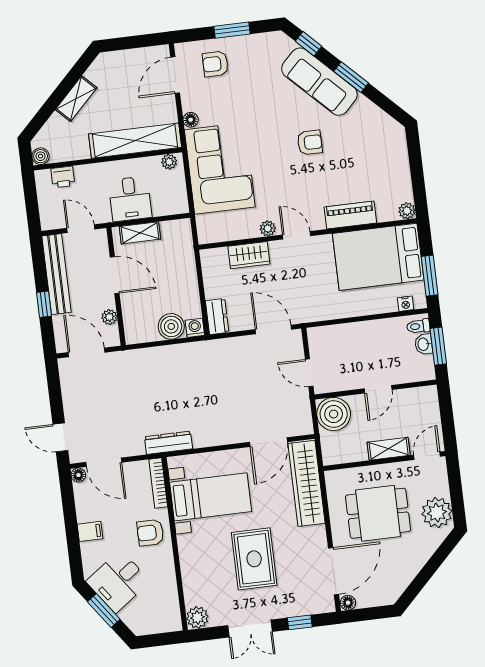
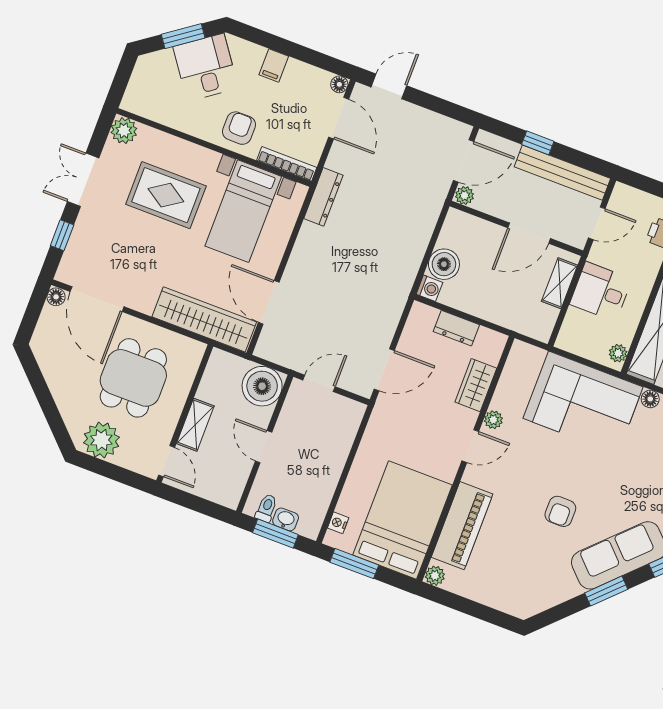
piano: (350, 215) -> (462, 526), width x1.37, depth x1.33
dresser: (217, 316) -> (456, 328), moved
plant: (109, 317) -> (465, 195), moved
toilet: (418, 326) -> (266, 508), moved
door: (104, 462) -> (339, 118), swing flipped
rug: (254, 559) -> (166, 195), moved

